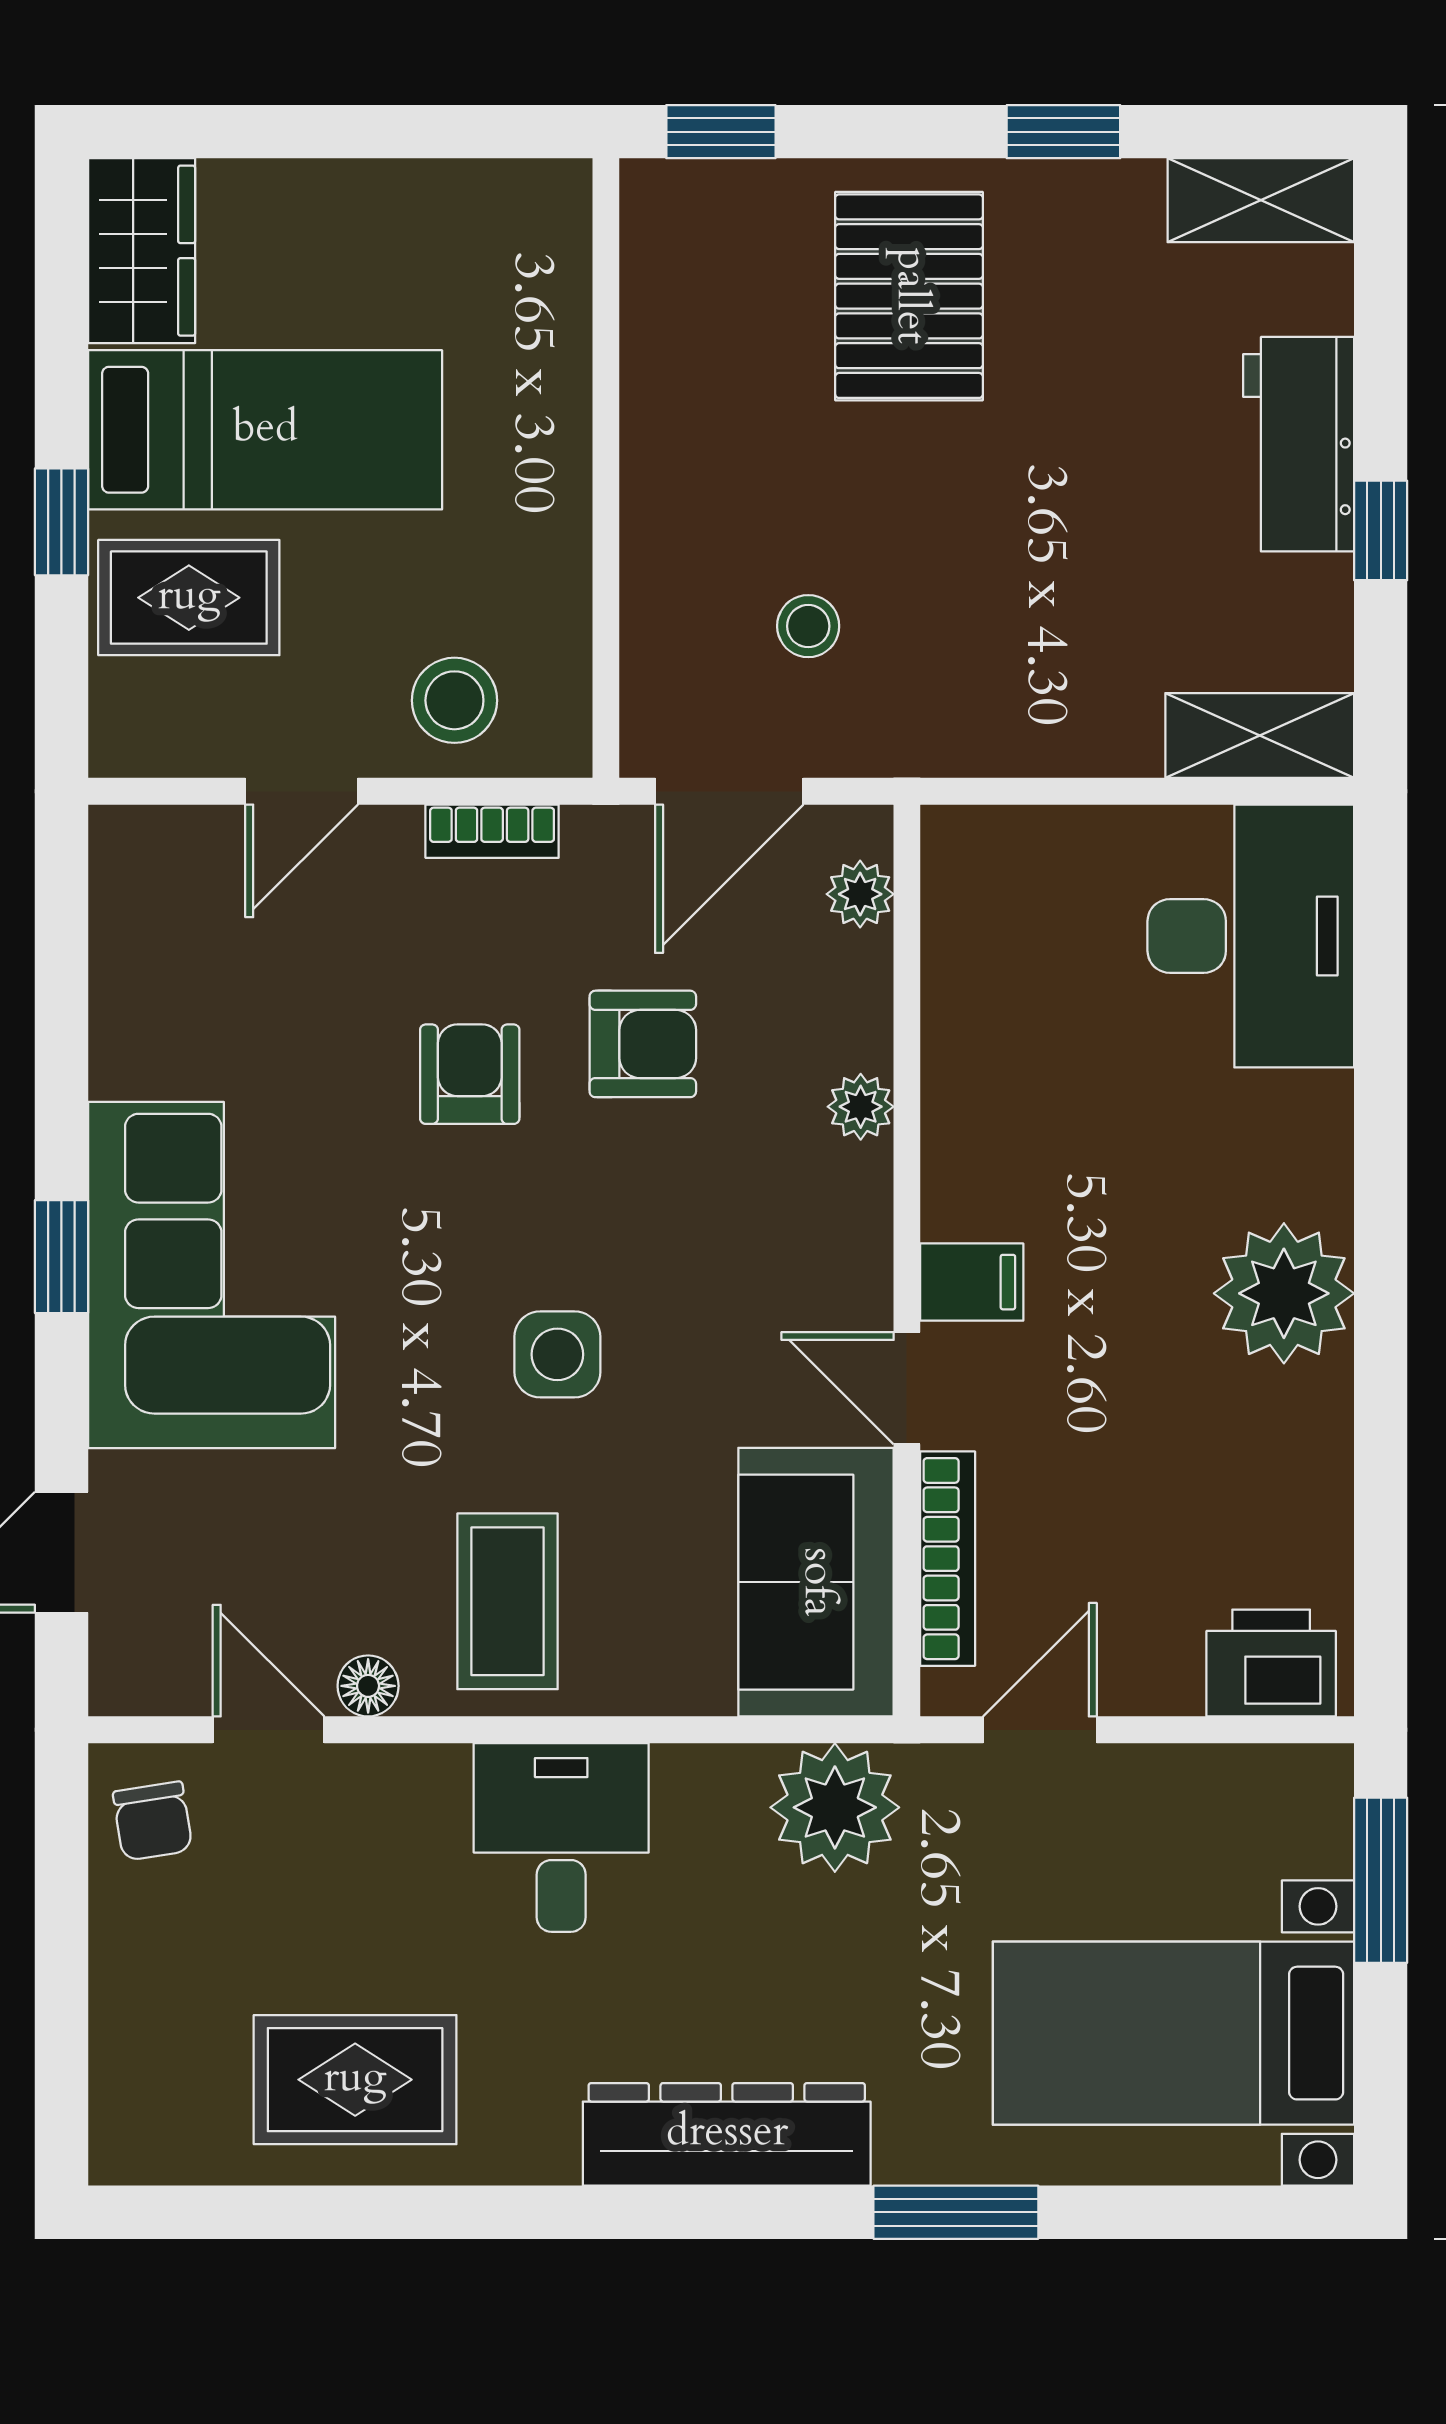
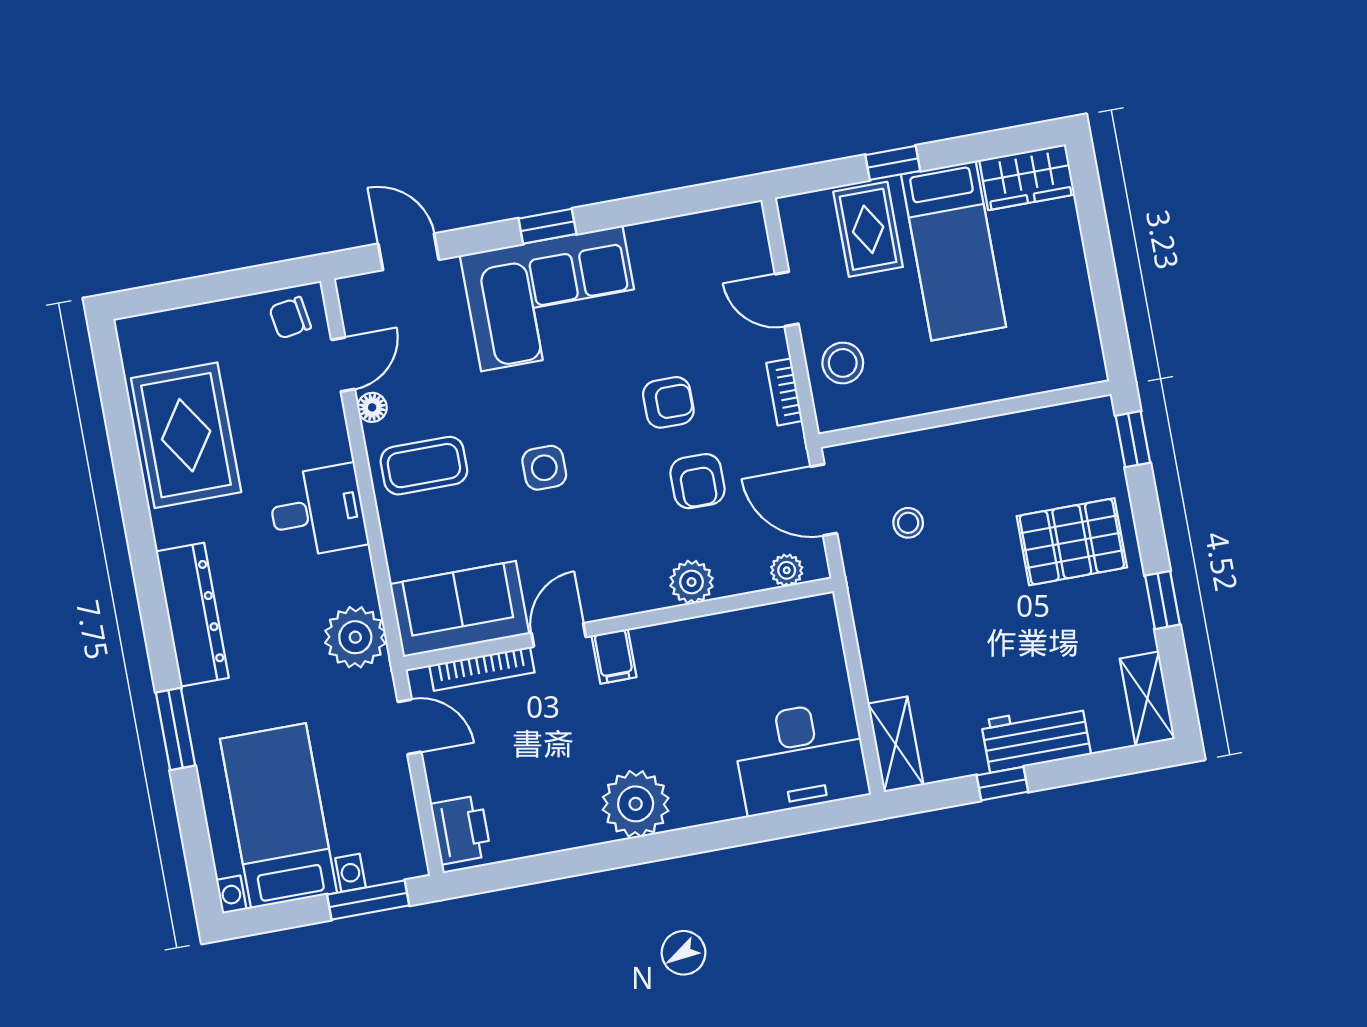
plant: (861, 1107) -> (692, 582), width x1.38, depth x1.38
rug: (355, 2080) -> (186, 435), width x1.36, depth x1.43

